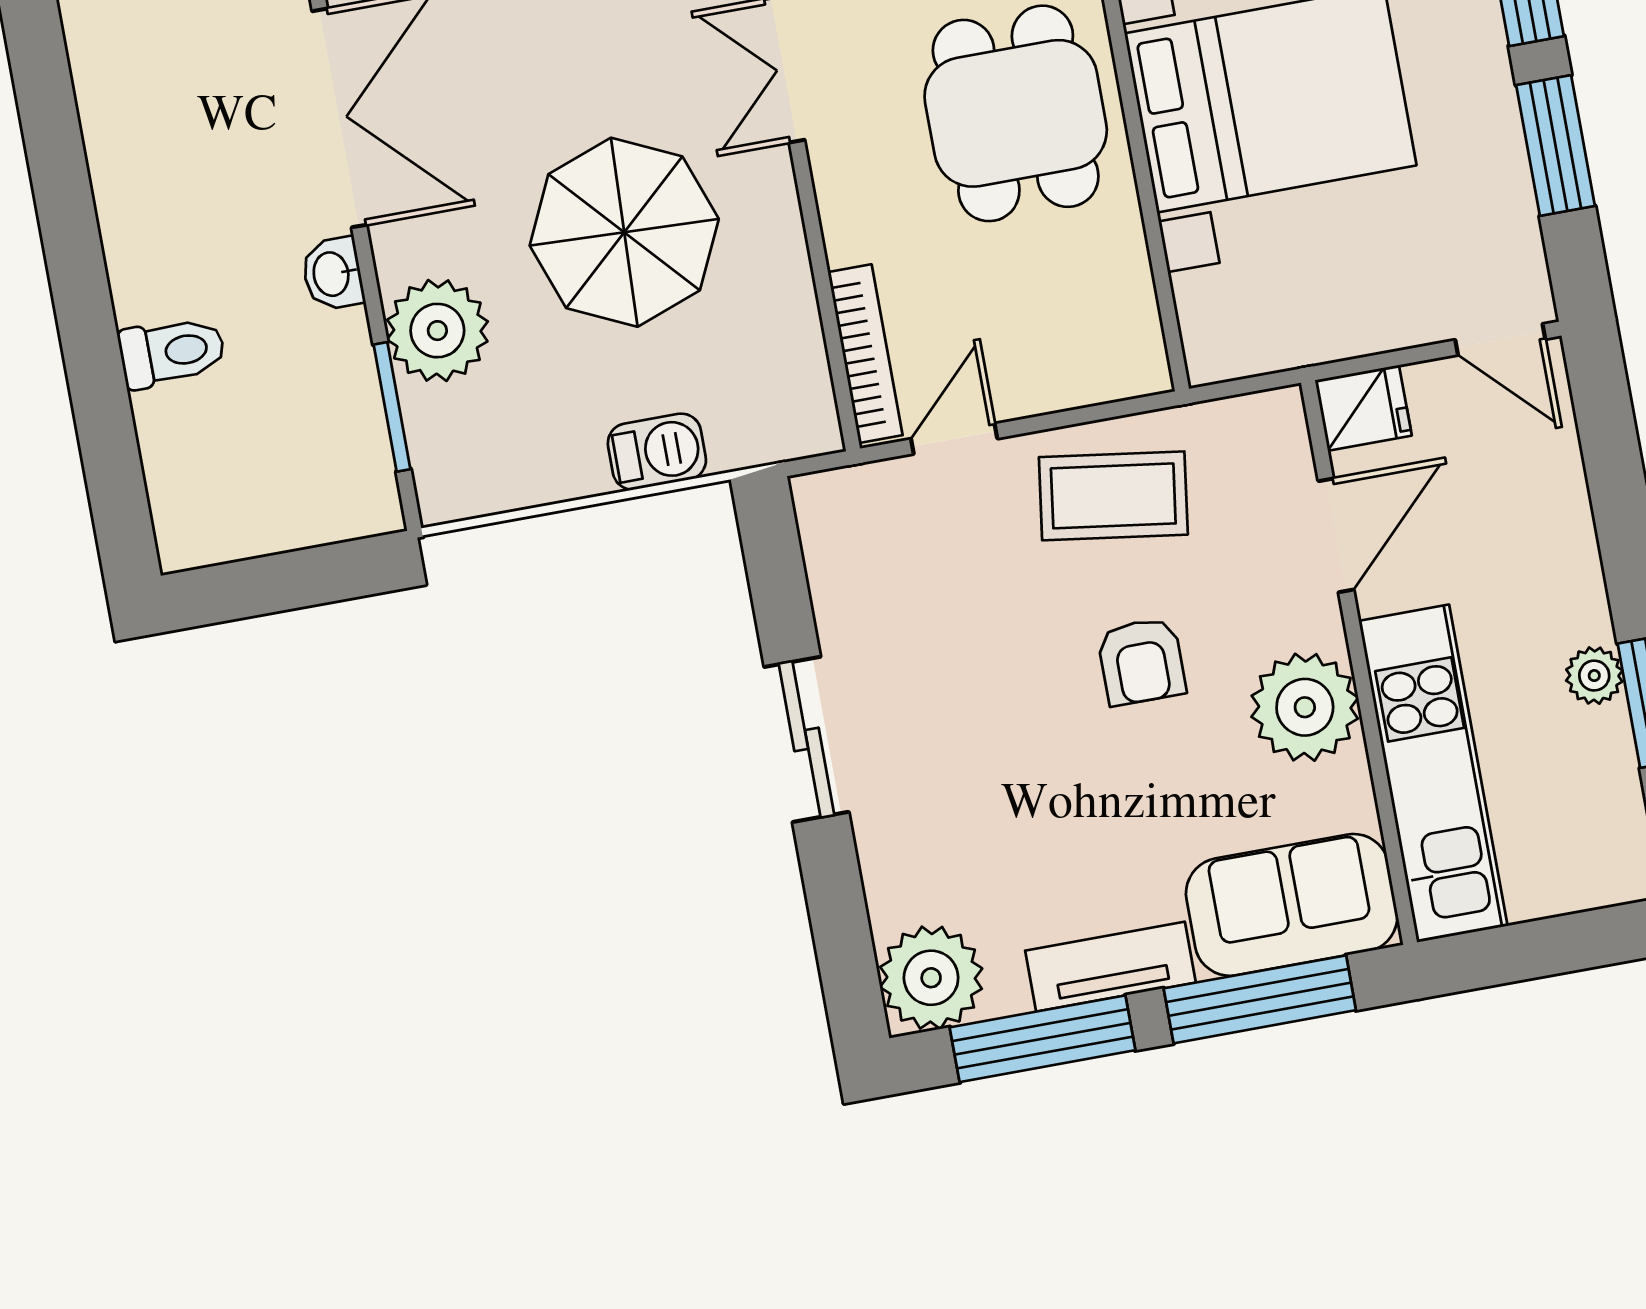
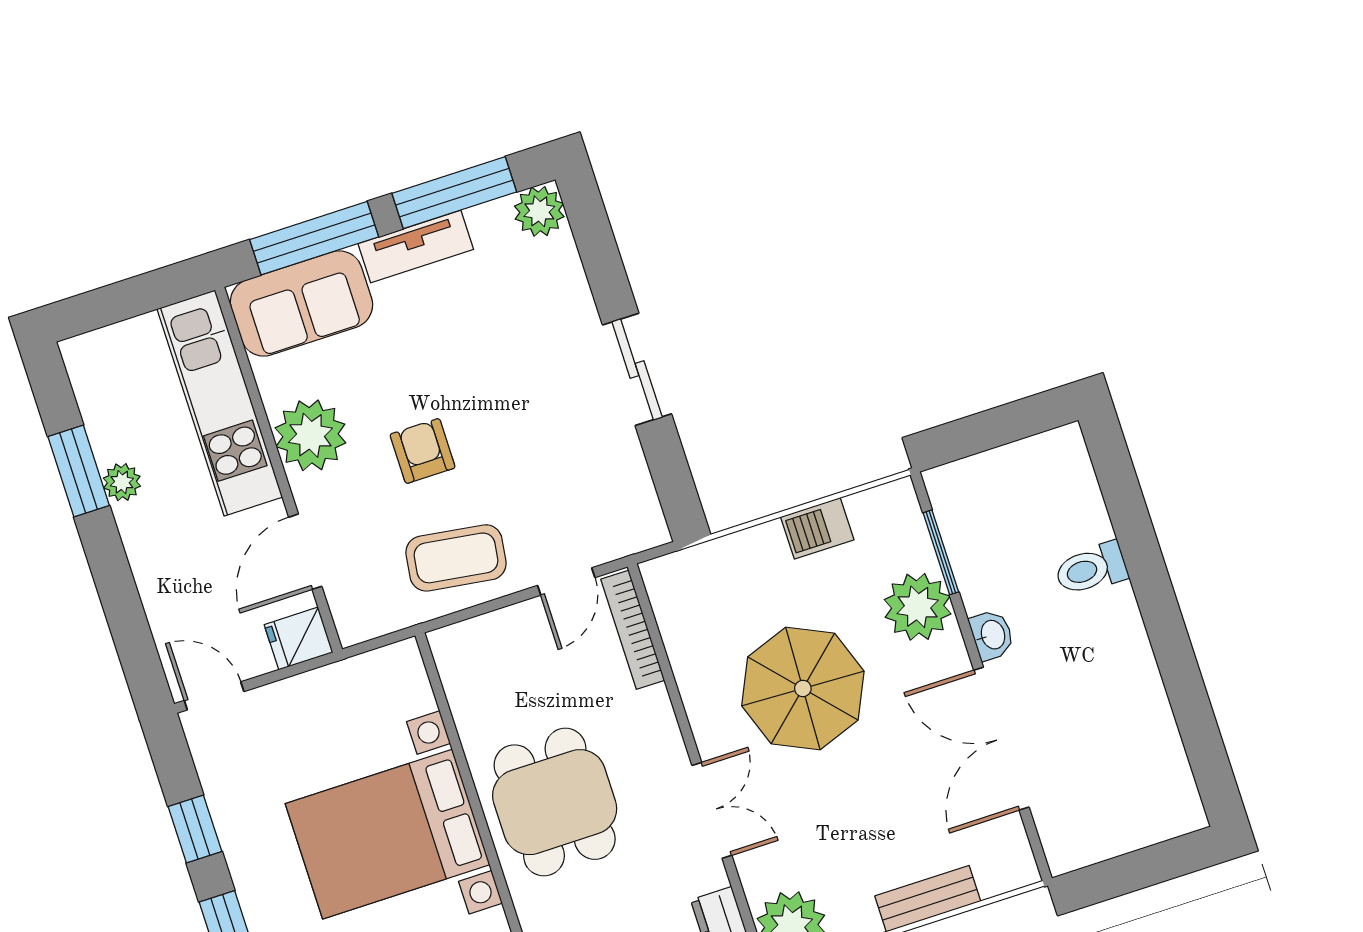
window: (1555, 146) -> (195, 829), width x0.67
barbecue: (657, 452) -> (817, 528), moved
plant: (931, 978) -> (539, 211), width x0.73, depth x0.73

